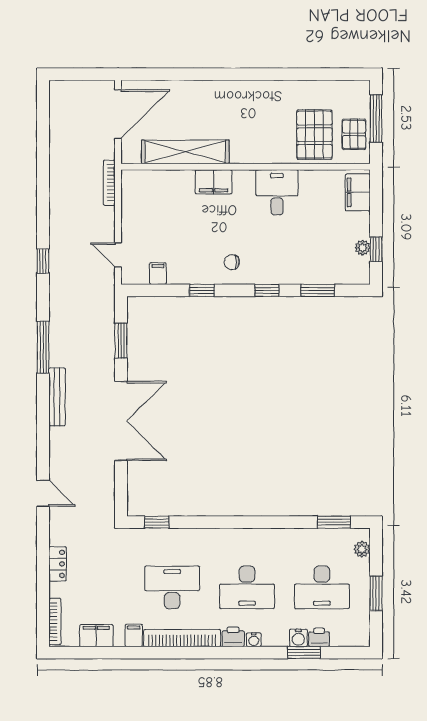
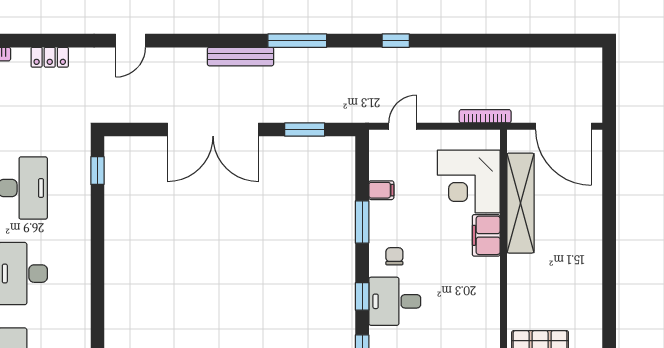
desk: (277, 192) -> (395, 301), moved, turned 180
corner desk: (166, 197) -> (469, 181), added
filing cabinet: (158, 274) -> (381, 190), moved
window: (202, 290) -> (362, 222), width x1.50

